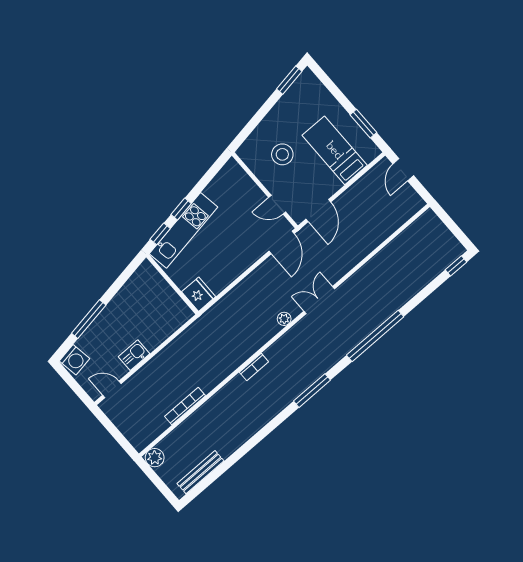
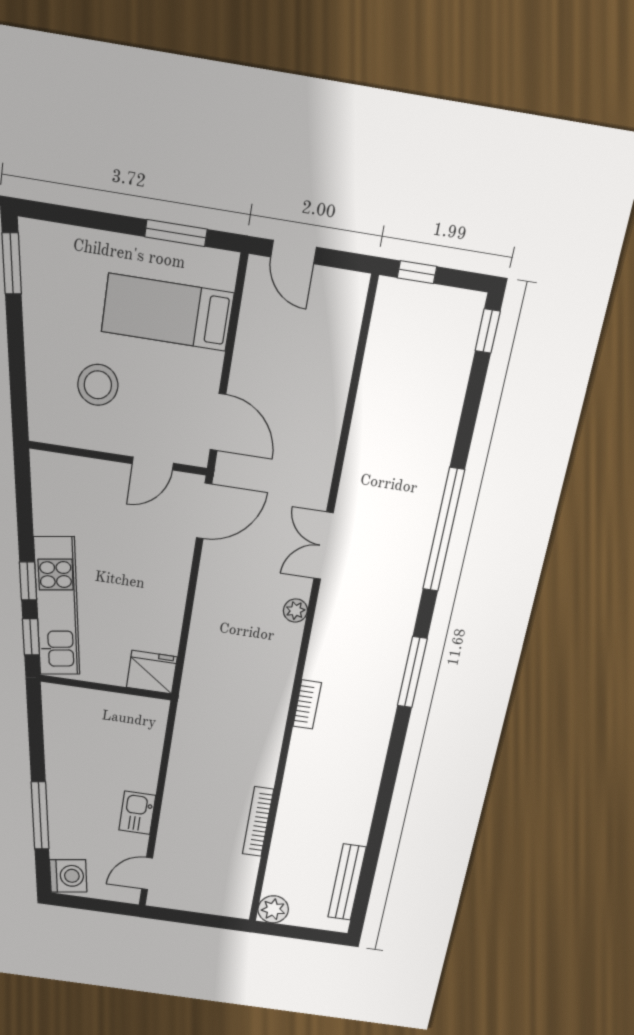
window: (446, 218) -> (417, 272), added
door: (282, 242) -> (204, 511), hinge flipped

